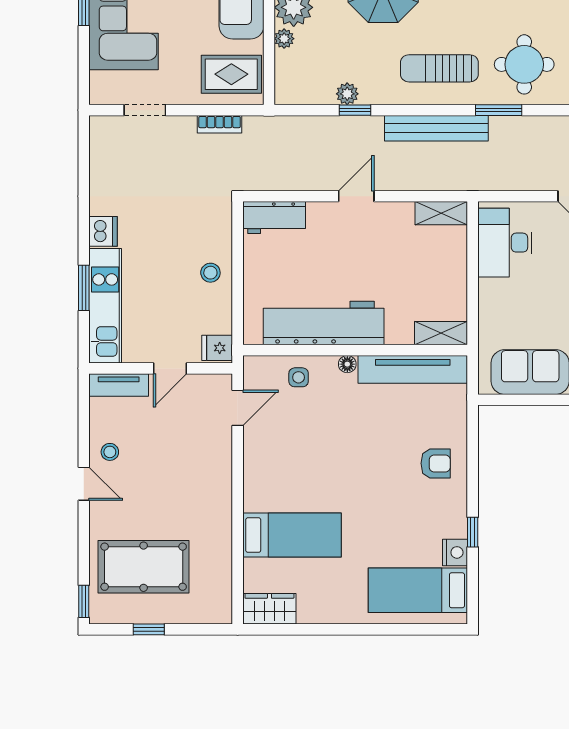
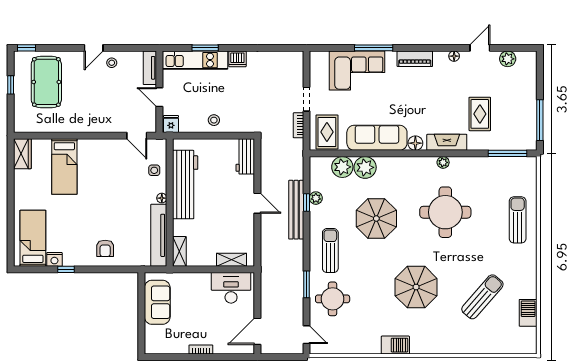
plant: (284, 39) -> (342, 167), width x1.88, depth x1.88
doorway: (145, 110) -> (306, 99), moved
bench: (436, 128) -> (296, 210), moved
shelving: (441, 213) -> (232, 260), moved, turned 90

